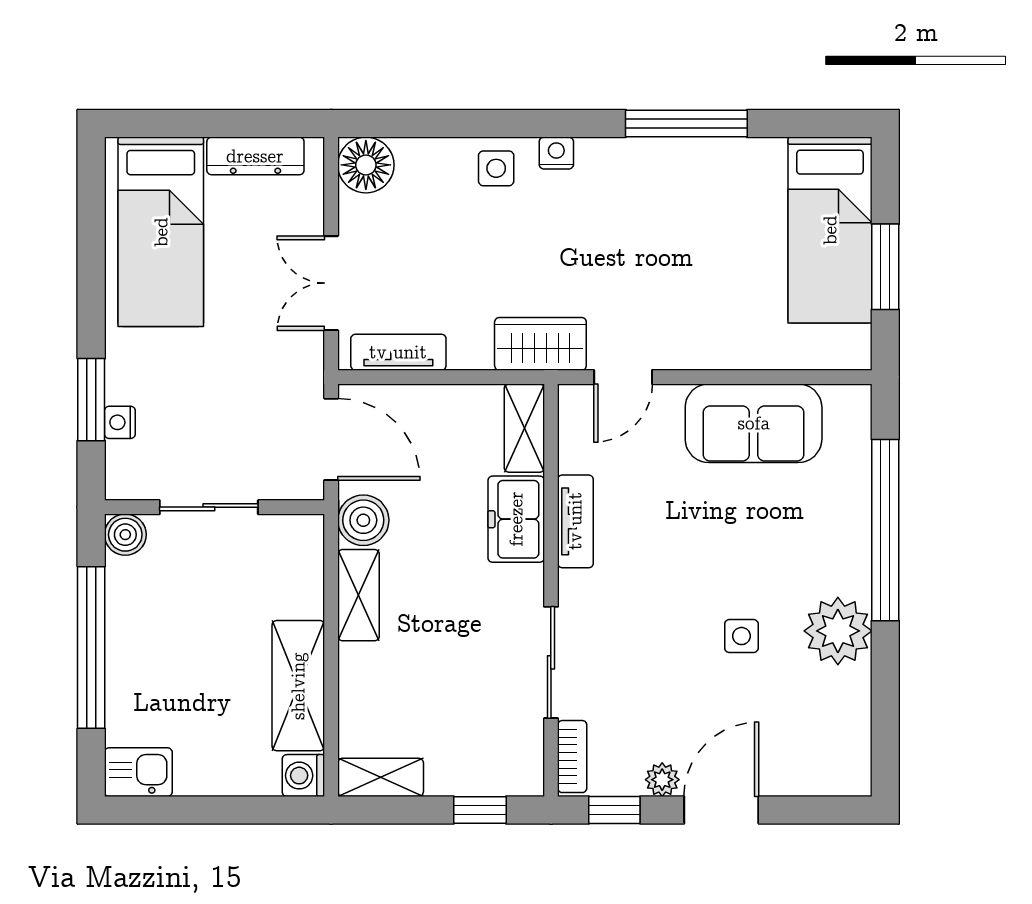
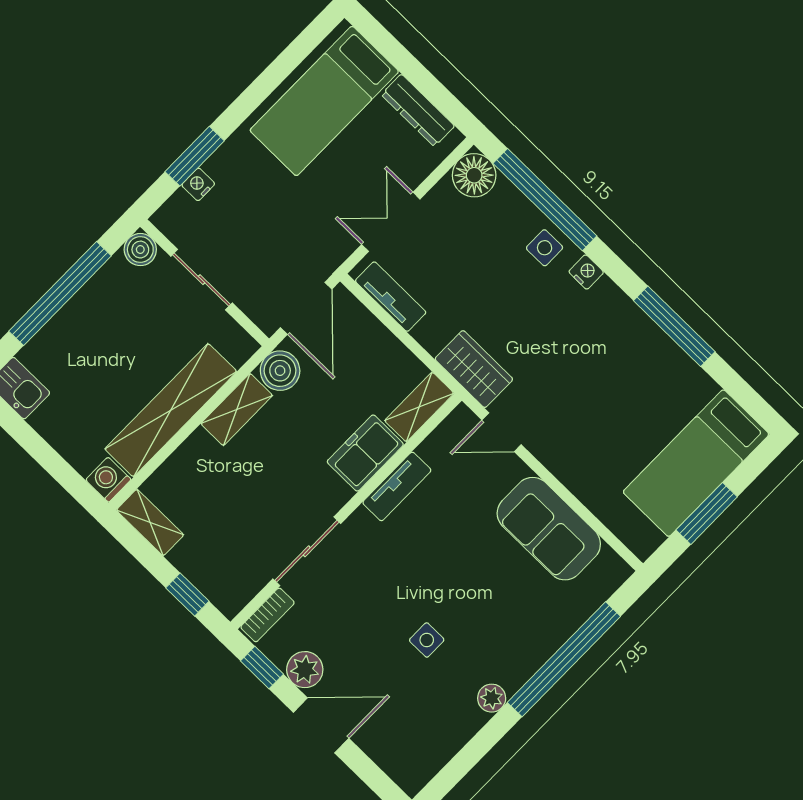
window: (453, 124) -> (545, 200), added
plant: (838, 631) -> (492, 698), width x0.53, depth x0.53
shelving: (298, 686) -> (171, 410), width x1.47
plant: (662, 780) -> (305, 670), width x1.38, depth x1.38

